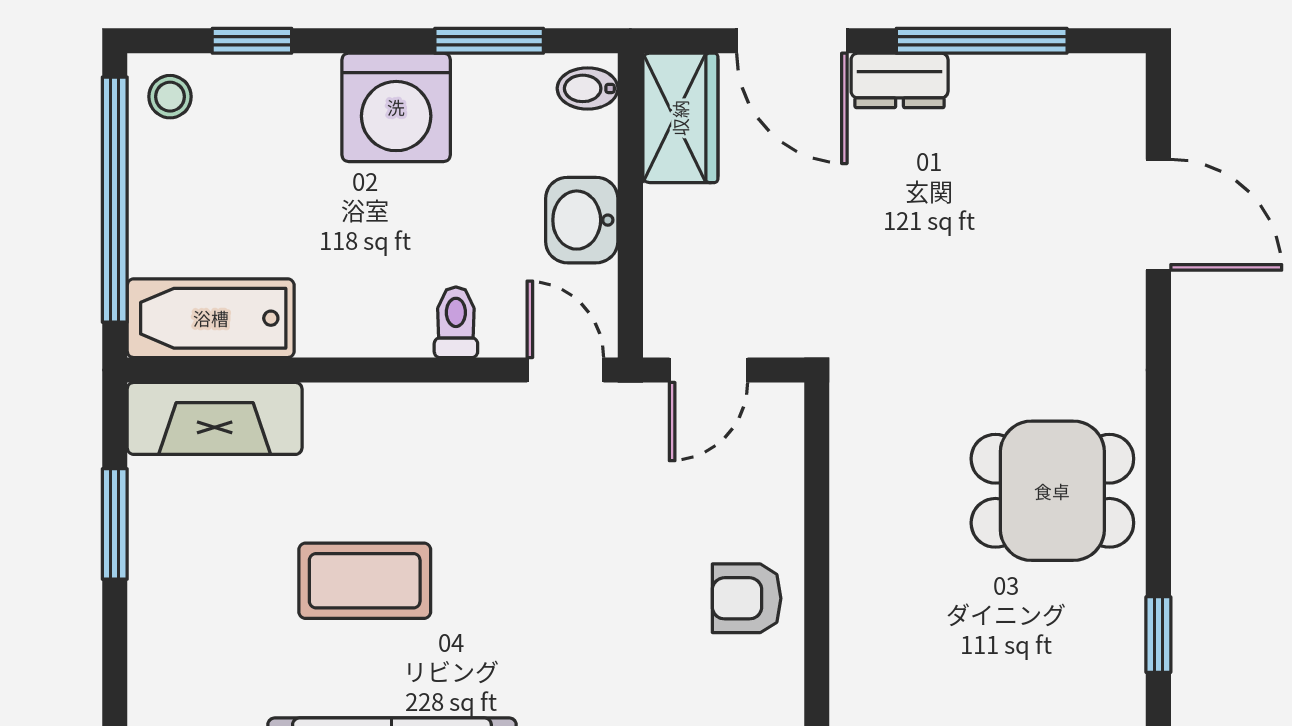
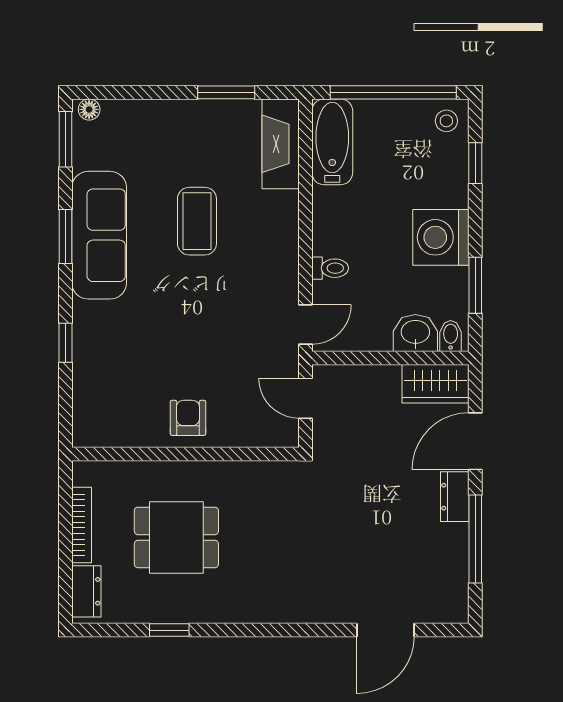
washbasin: (582, 220) -> (415, 333), moved
dining table: (1052, 491) -> (176, 537), moved, turned 90

